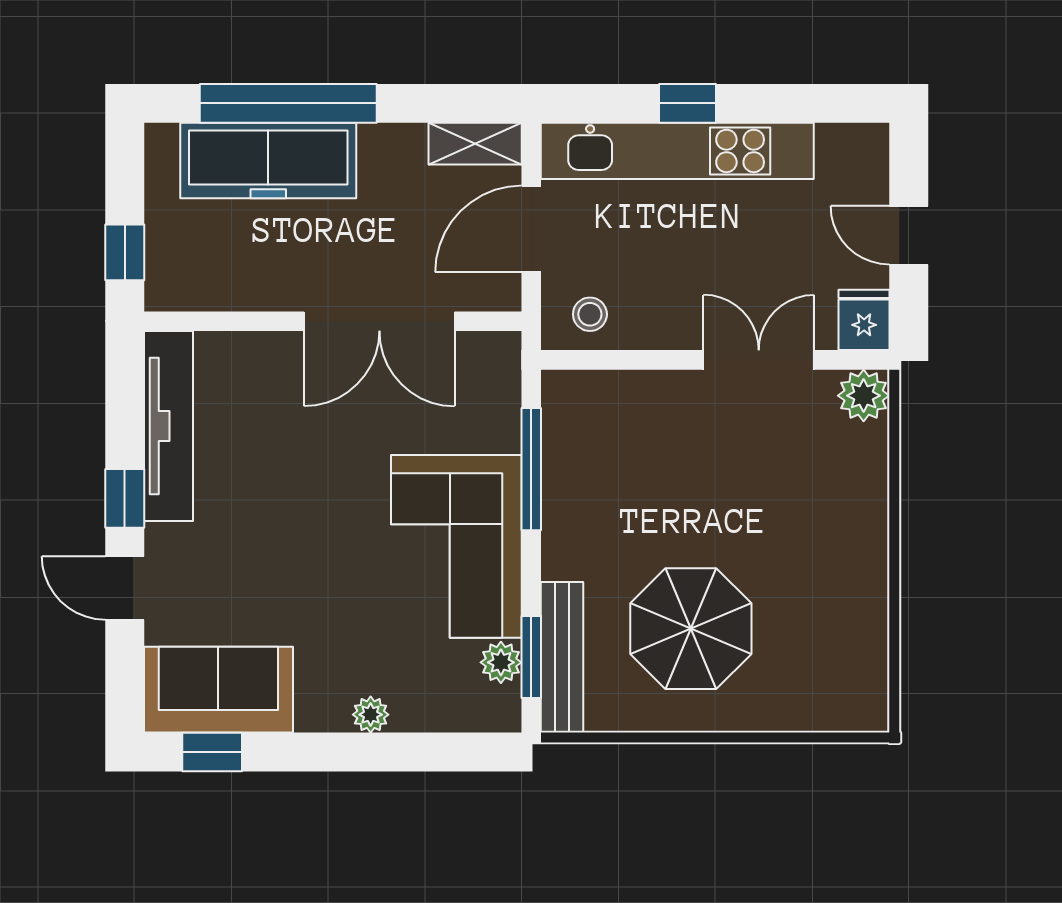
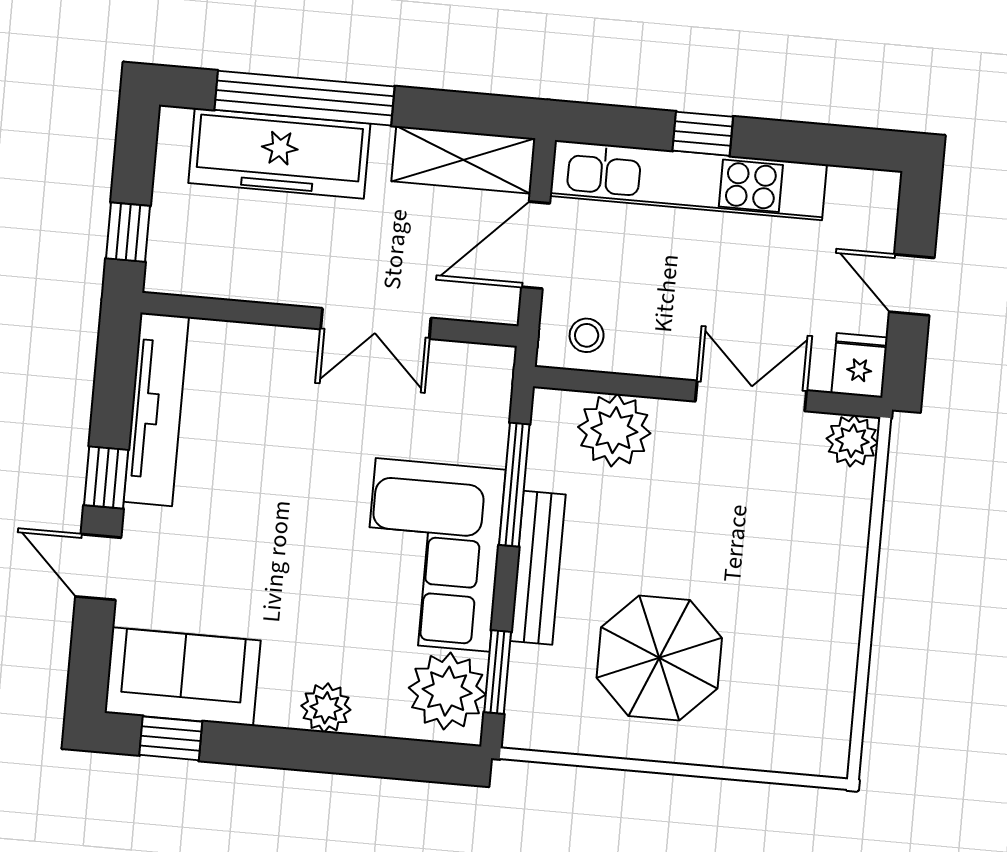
shelving: (475, 144) -> (463, 160), width x1.50, depth x1.33
double door: (379, 321) -> (376, 323), width x0.73
plant: (626, 406) -> (614, 430), added
bench: (562, 657) -> (538, 568), moved
plant: (501, 662) -> (447, 691), width x1.87, depth x1.87
plant: (371, 715) -> (326, 708), width x1.38, depth x1.38

